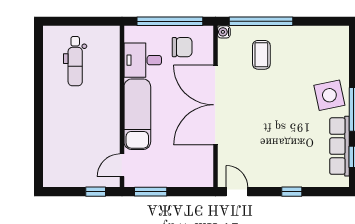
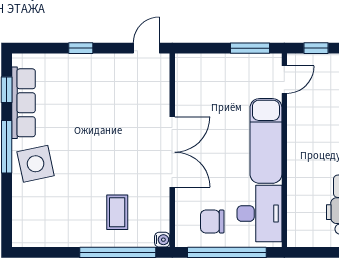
desk: (143, 60) -> (259, 214), width x1.37
double door: (215, 105) -> (172, 152), width x0.73
door: (237, 192) -> (146, 48), swing flipped

